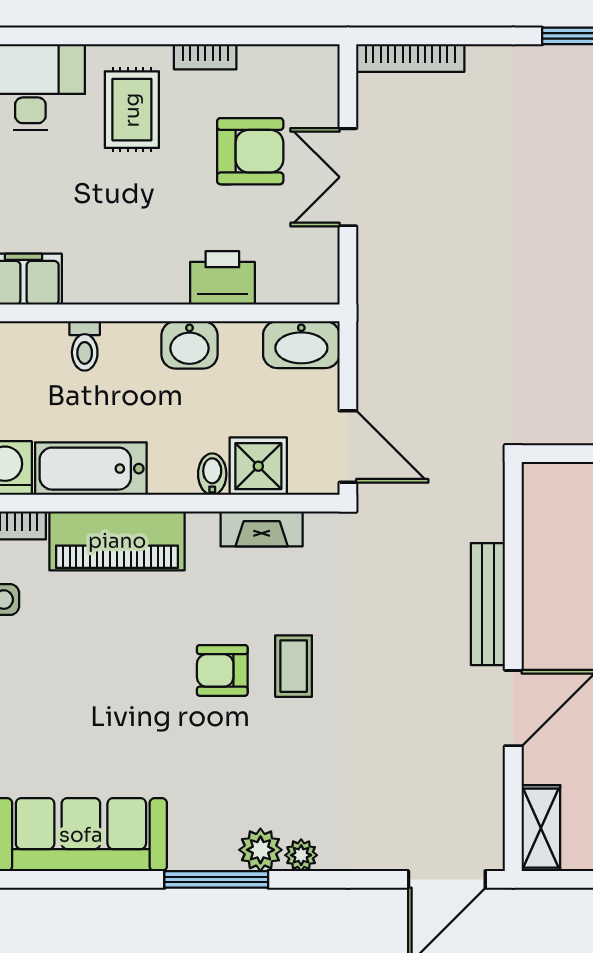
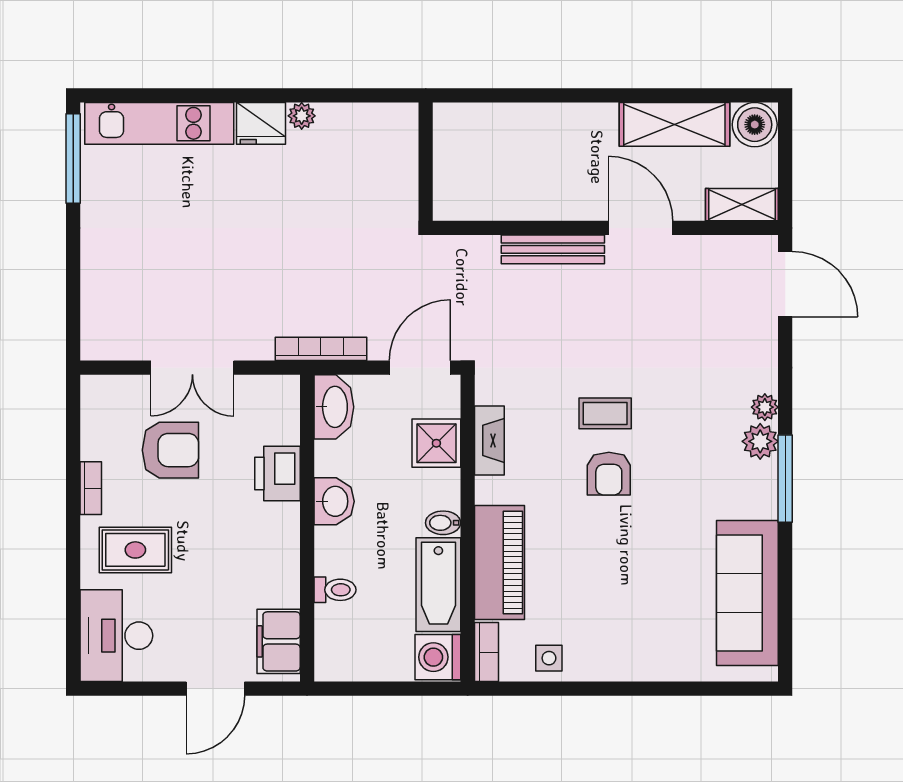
bookcase: (410, 58) -> (321, 349), moved, turned -90
armchair: (250, 151) -> (170, 450), turned 90
bidet: (212, 474) -> (443, 523), moved

